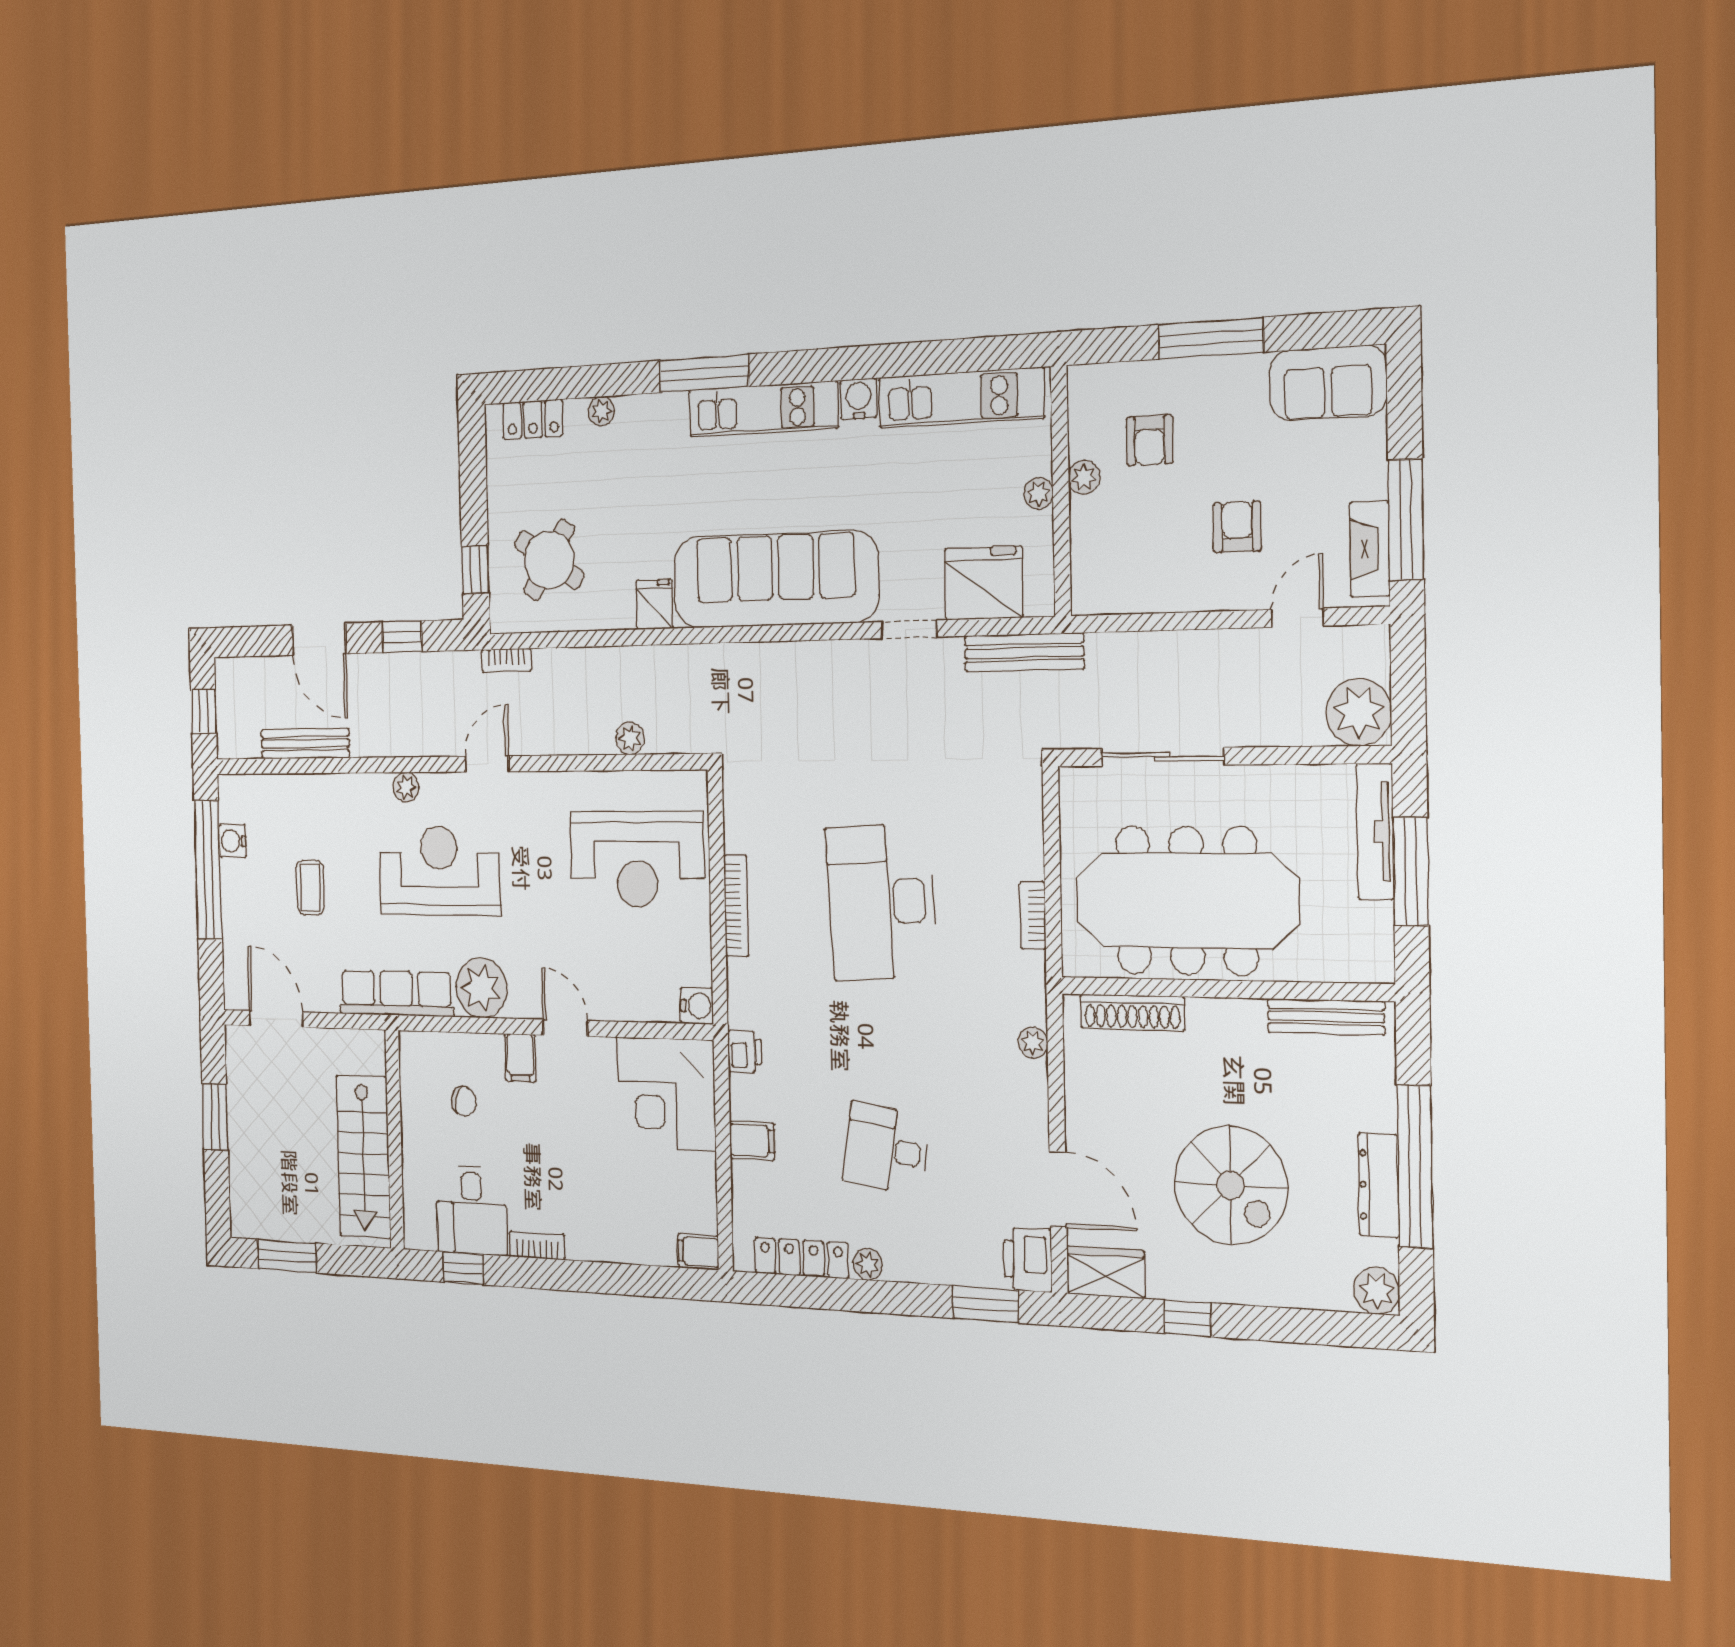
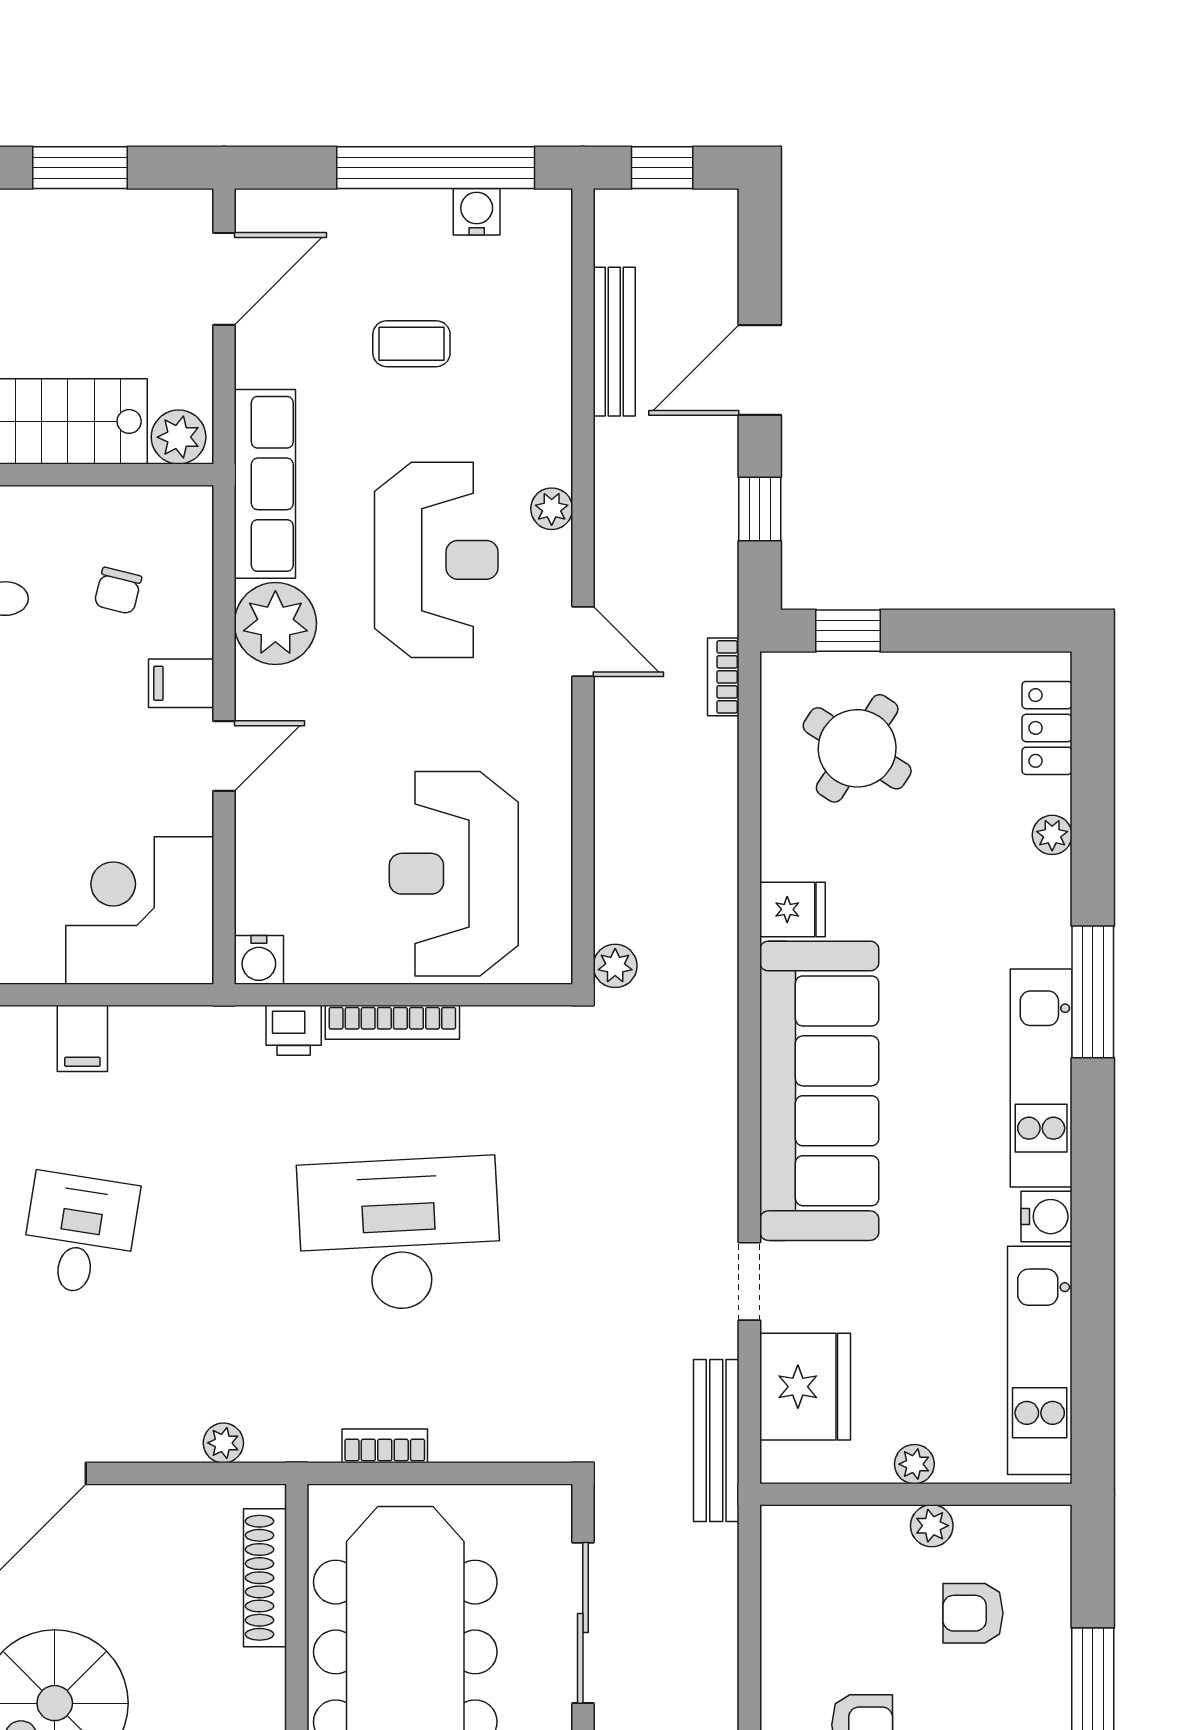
plant: (630, 738) -> (615, 966), moved
printer: (745, 1052) -> (294, 1030), moved
plant: (370, 1054) -> (179, 437), added

